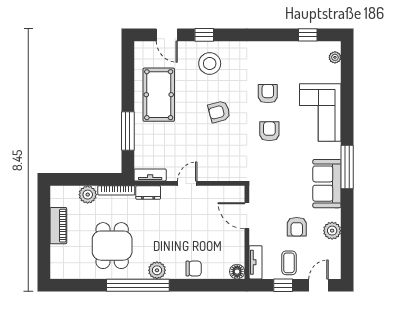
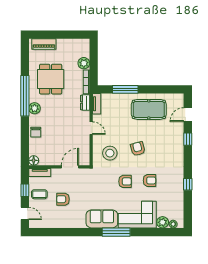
window: (308, 35) -> (188, 184), moved
stool: (210, 63) -> (110, 153), moved
window: (347, 167) -> (116, 232), moved
sofa: (327, 184) -> (102, 219), moved
piano: (58, 226) -> (44, 44), moved
plant: (332, 231) -> (163, 222), moved
dining table: (112, 246) -> (51, 79), turned 90

